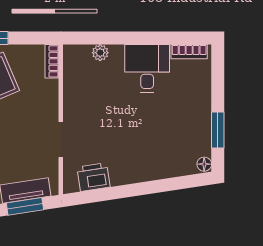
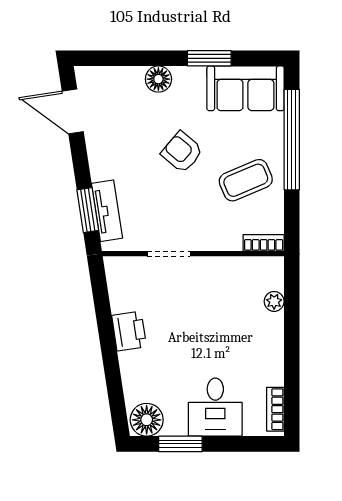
desk: (147, 68) -> (215, 407), moved, turned 90
floor lamp: (204, 164) -> (147, 420), width x1.89, depth x1.89
printer: (93, 177) -> (129, 331), moved

